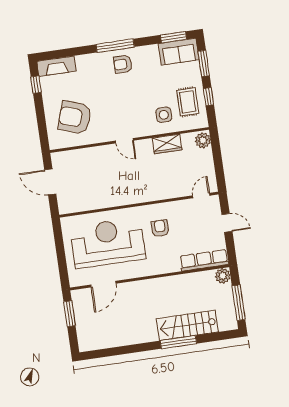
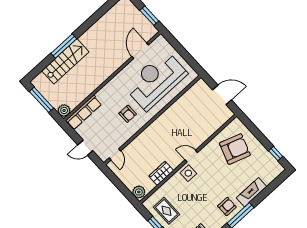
fireplace: (56, 66) -> (252, 192), moved
side table: (164, 115) -> (188, 173), moved
reception desk: (108, 243) -> (156, 80), turned 180

